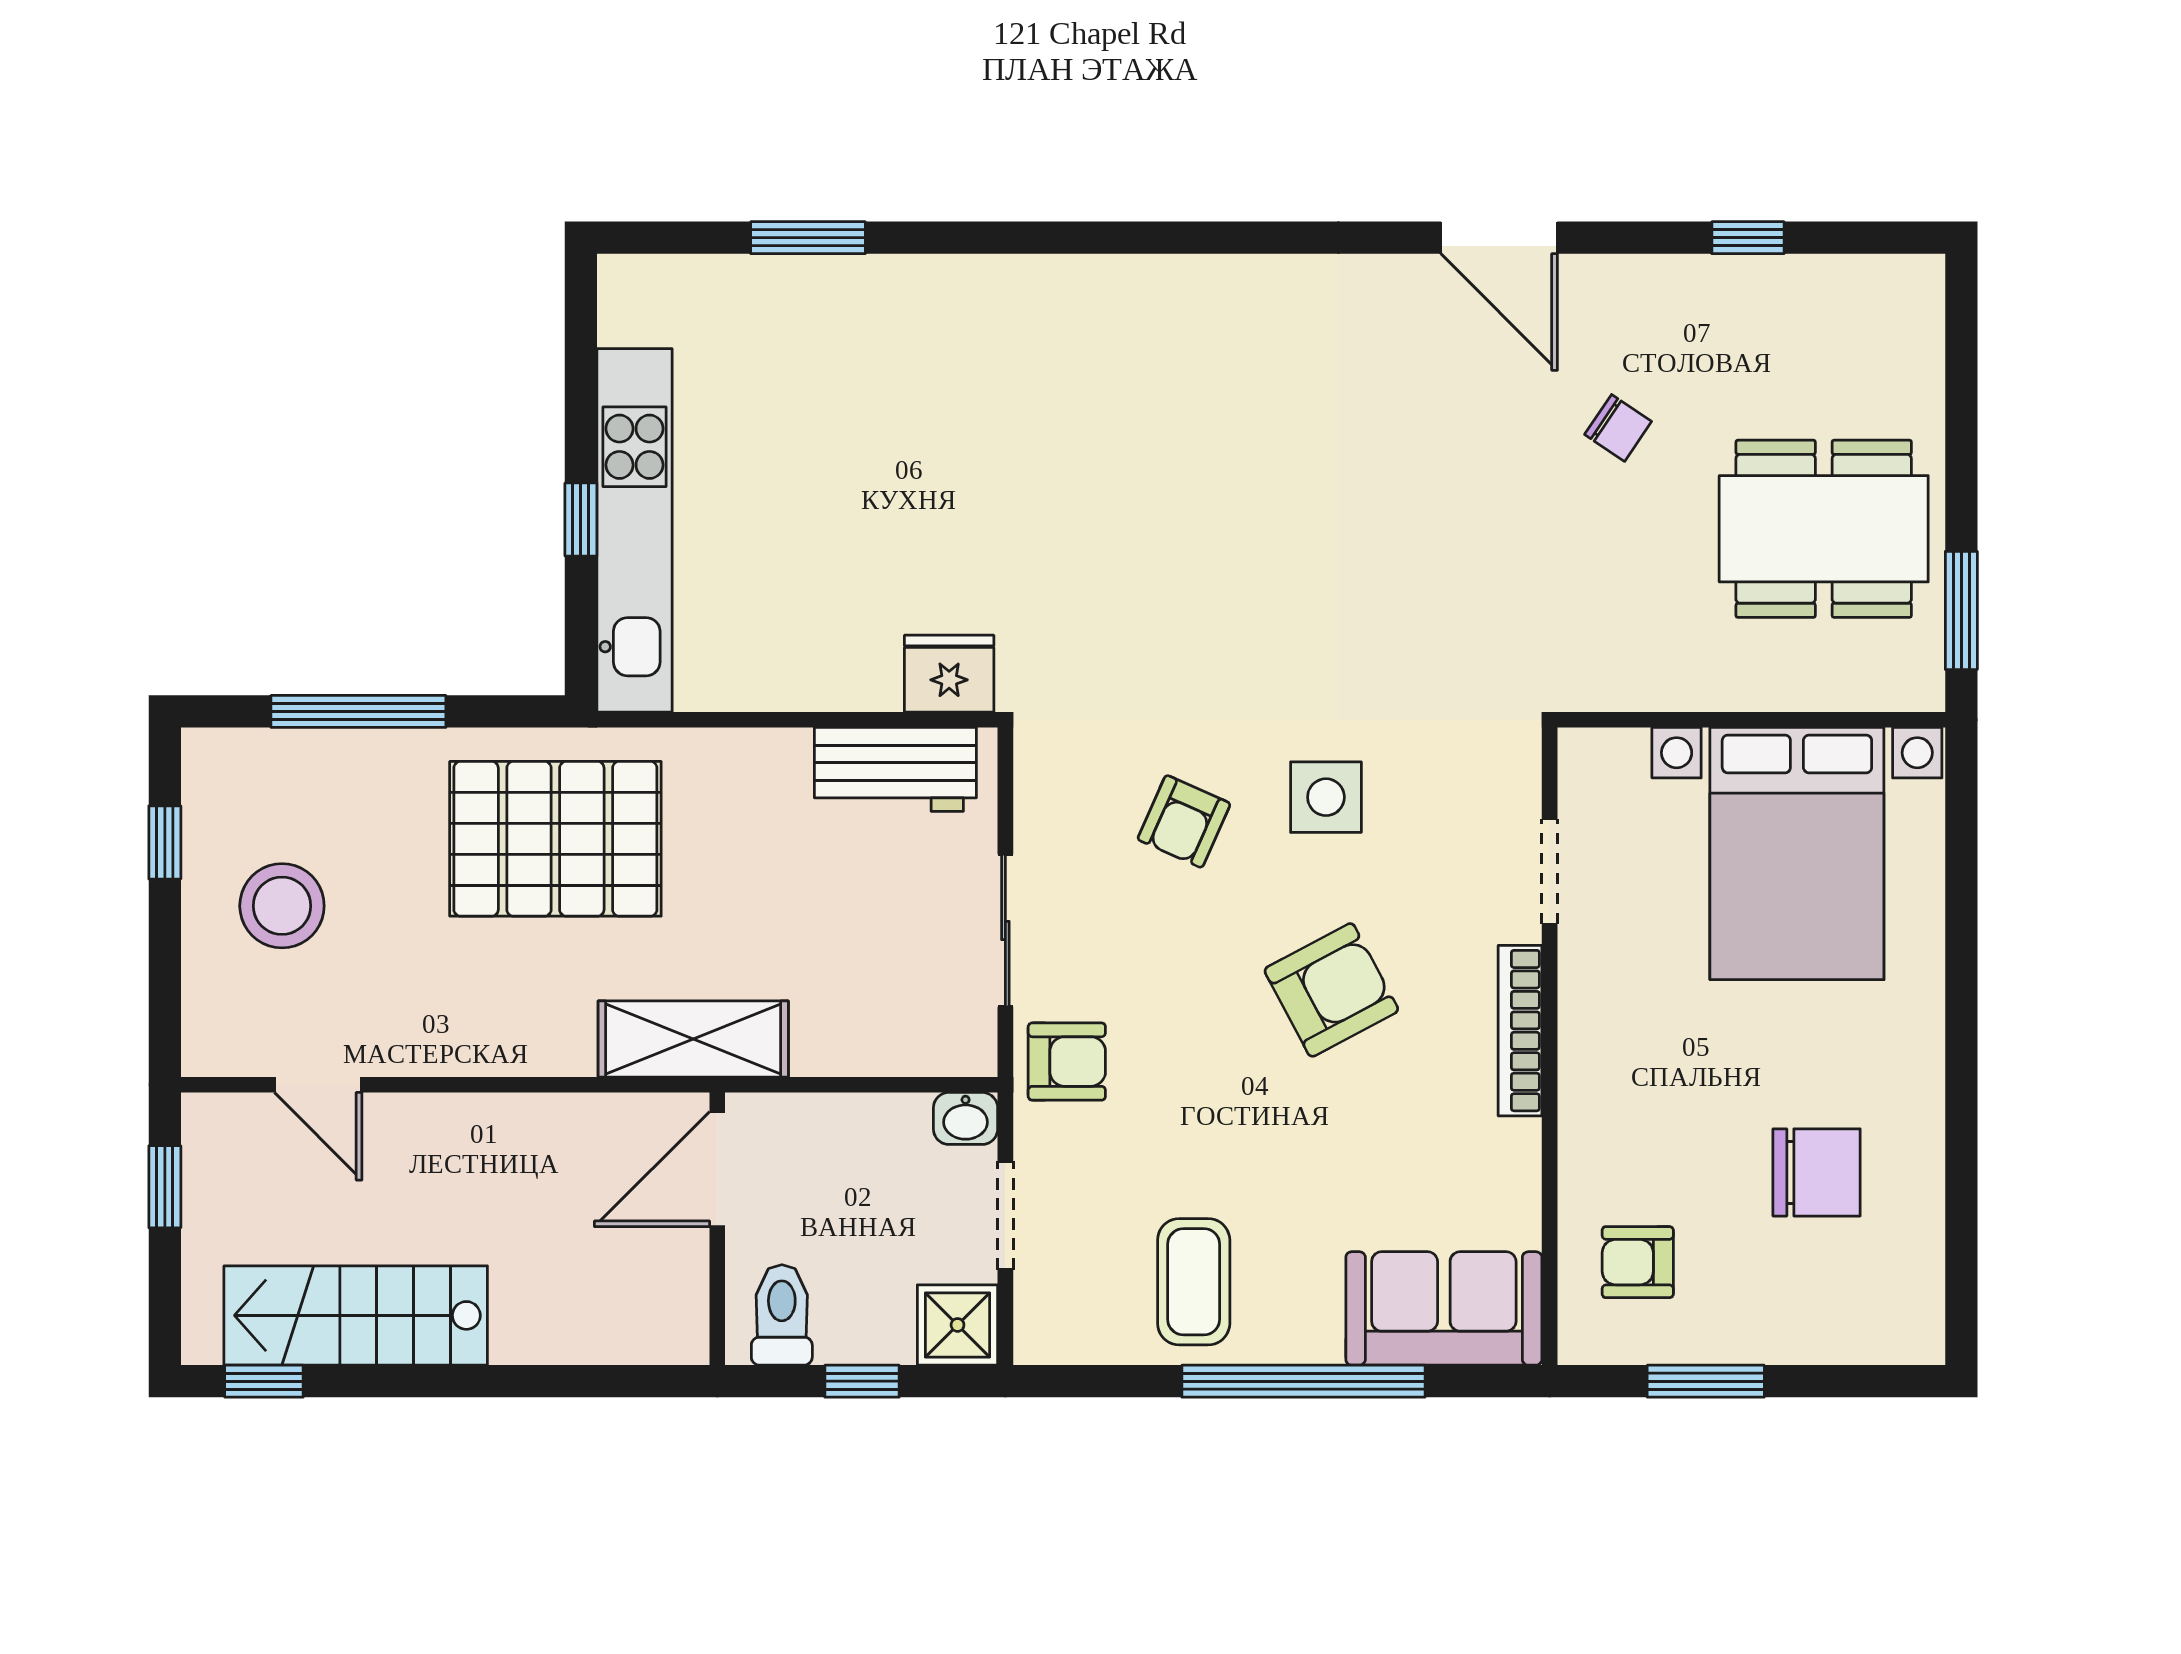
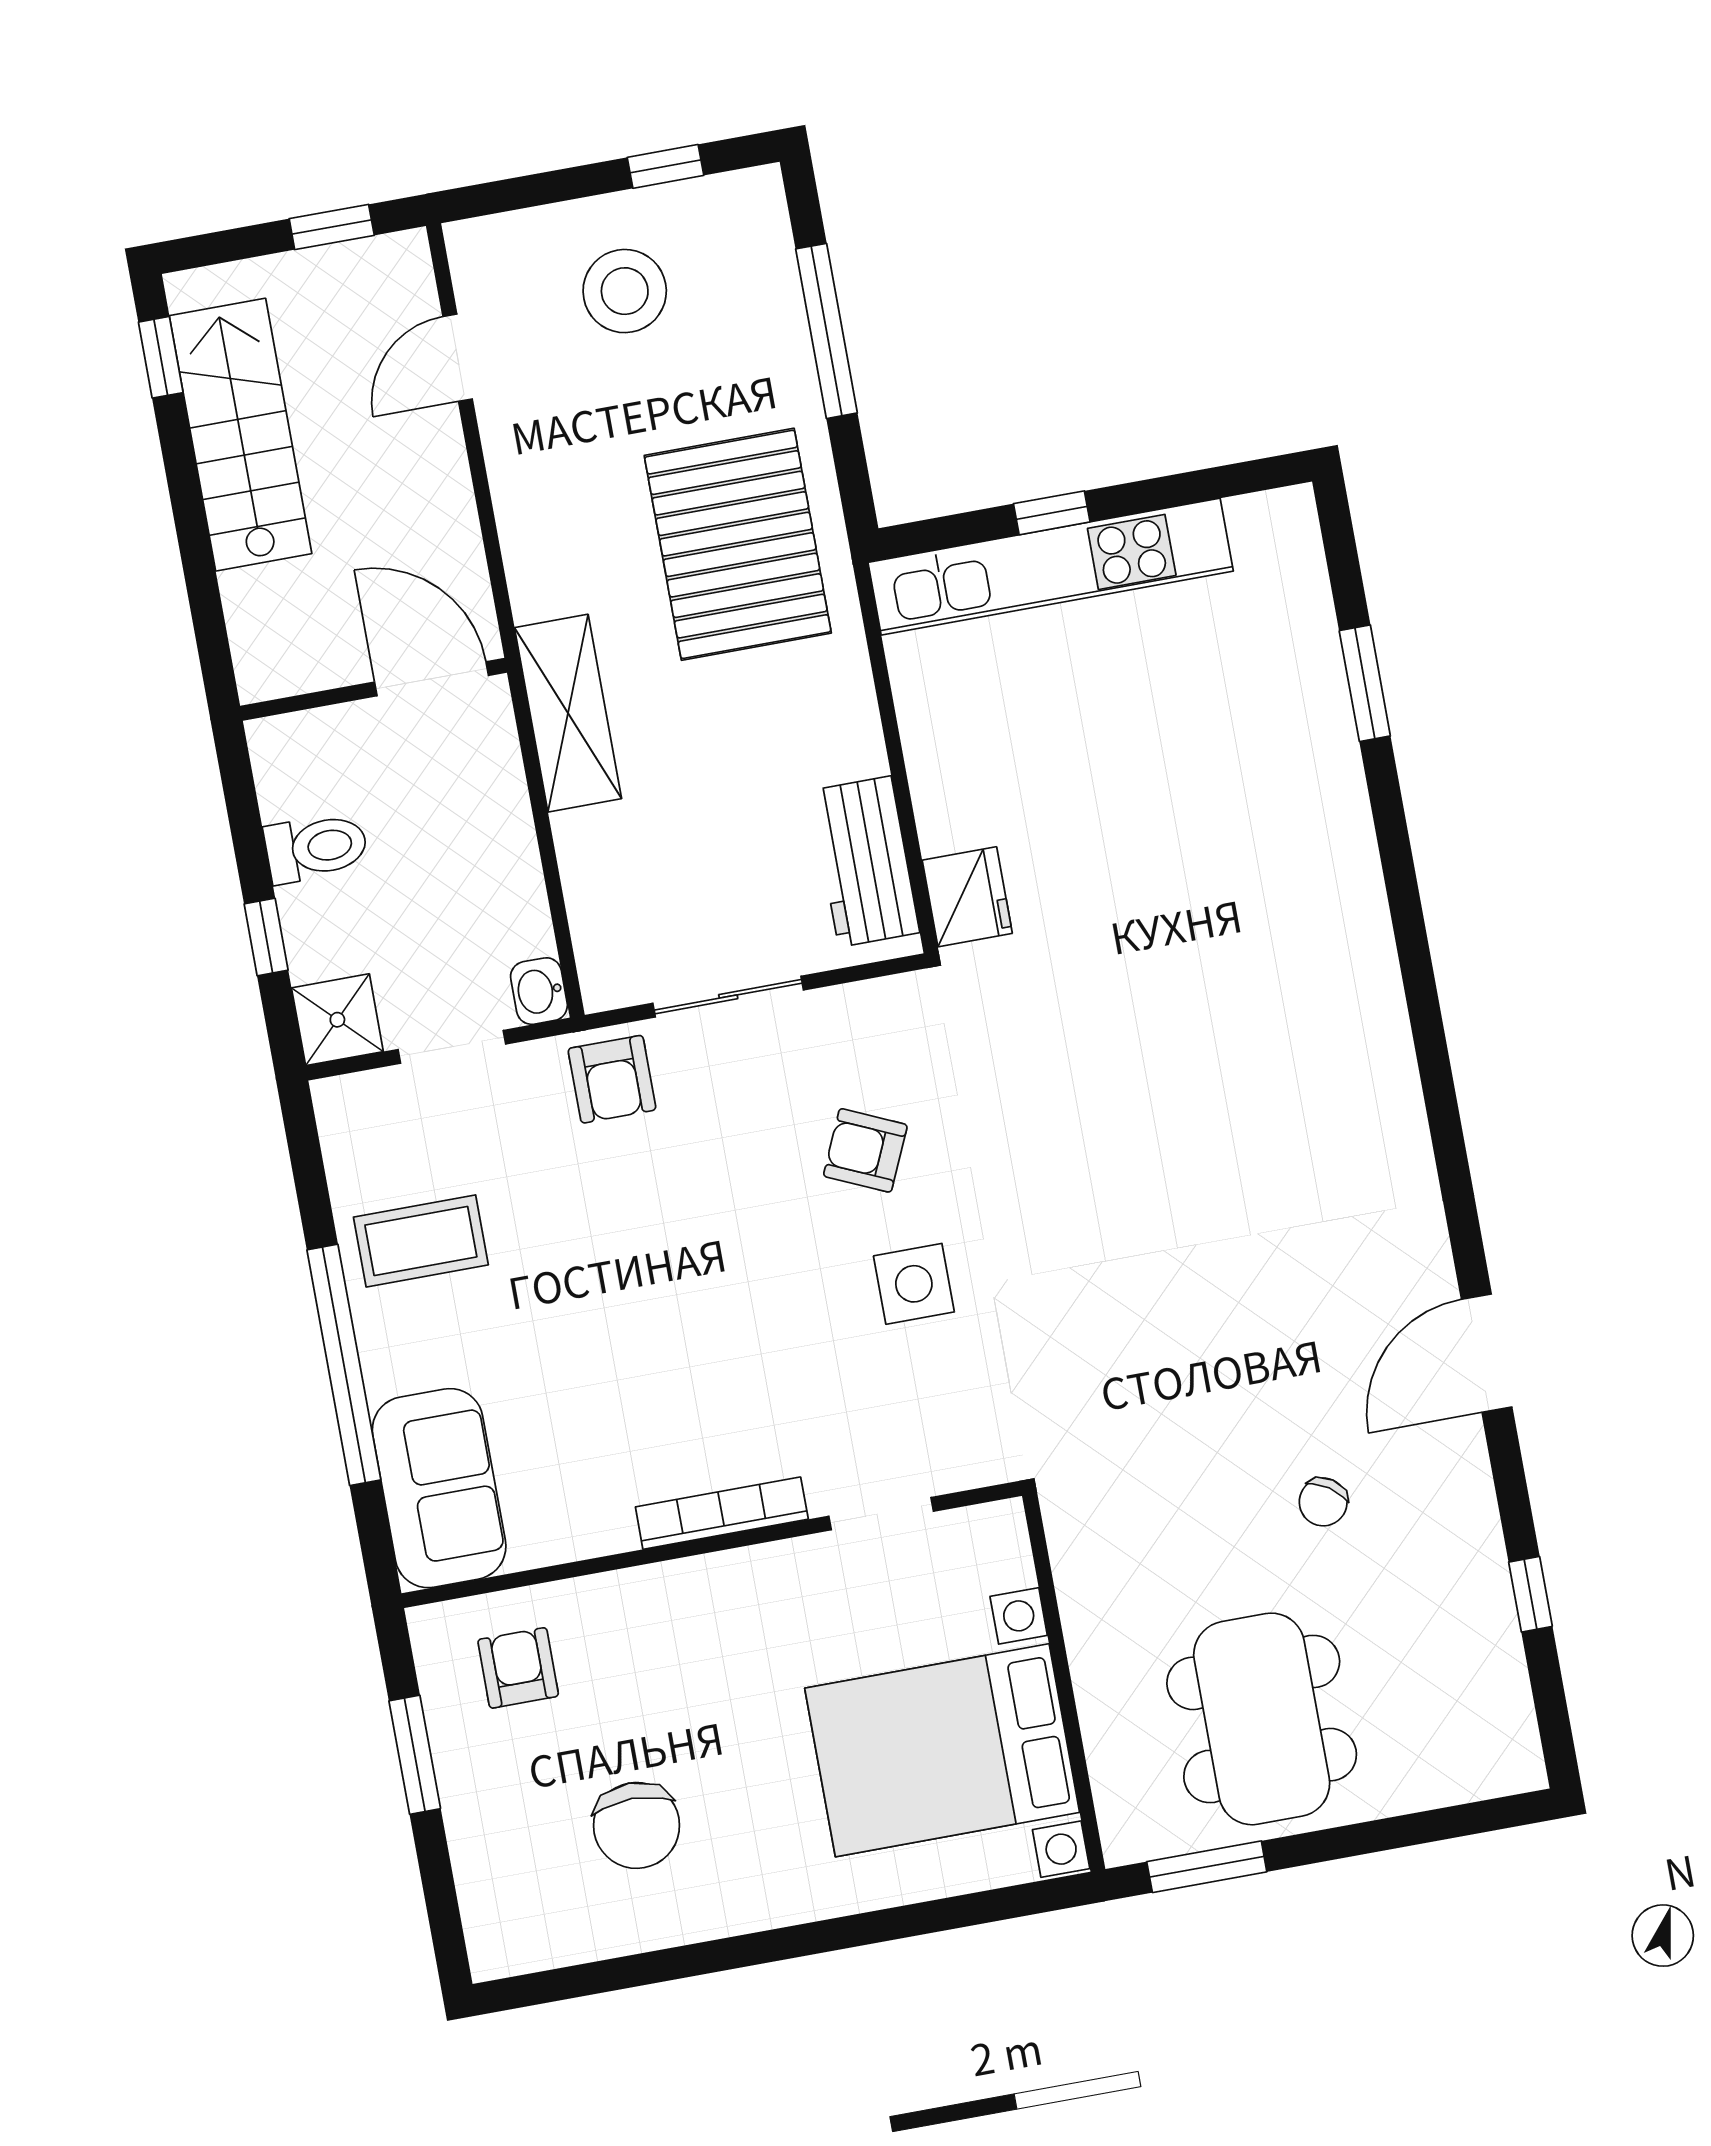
armchair: (1331, 990) -> (728, 1323), removed
door: (717, 1169) -> (432, 679), moved
wall: (717, 1229) -> (374, 689), moved

